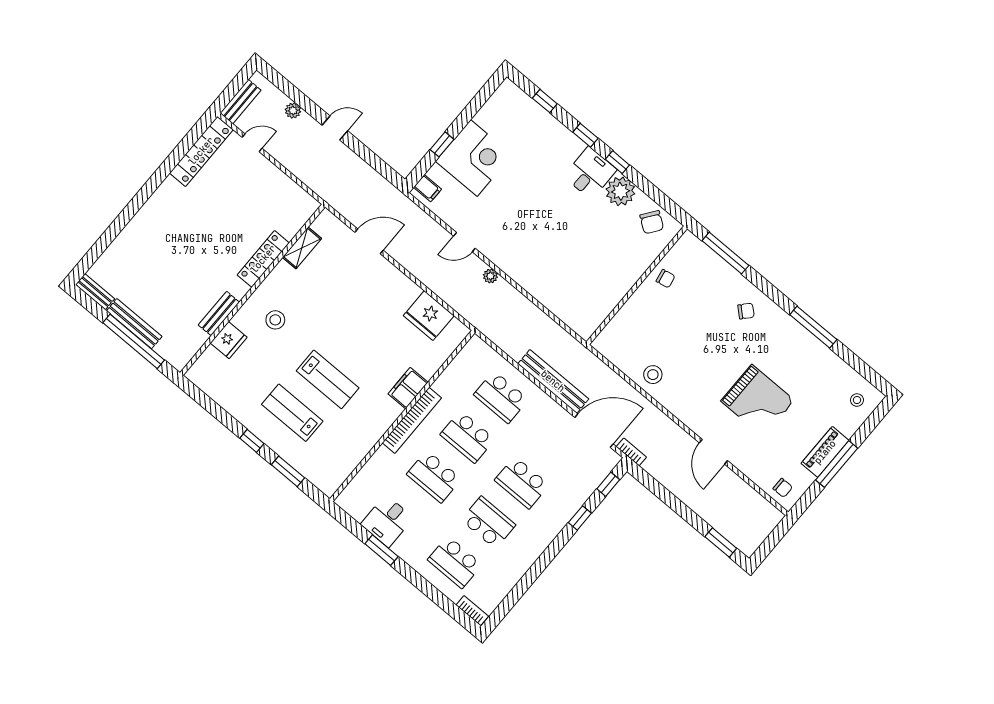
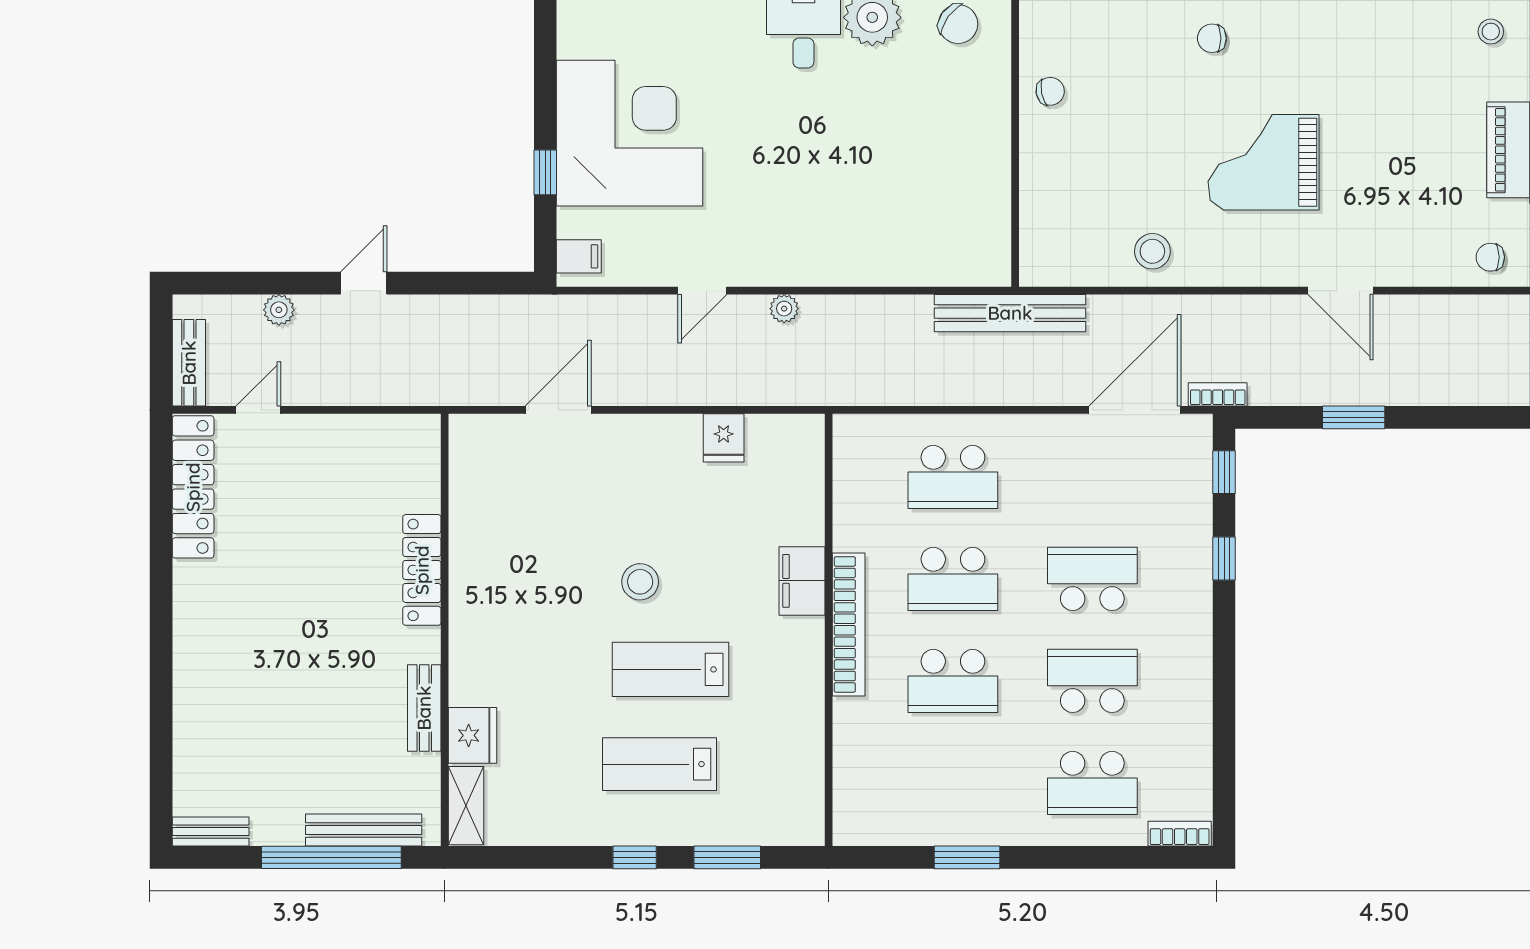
corner desk: (474, 158) -> (629, 133), width x1.36, depth x1.36
shelving: (302, 248) -> (466, 806), moved
chair: (746, 311) -> (1212, 38), turned -132
fridge: (429, 316) -> (724, 438), width x0.53, depth x0.75
stool: (275, 320) -> (640, 582), moved
bench: (134, 324) -> (364, 830), moved
lab bench: (328, 379) -> (670, 669), turned 180
bench: (553, 381) -> (1010, 313), moved
grand piano: (758, 401) -> (1263, 162), moved, turned 180
school desk: (522, 483) -> (1092, 579), turned 180
chair: (783, 488) -> (1490, 257), turned 180
desk: (387, 521) -> (939, 807), removed
window: (721, 542) -> (1354, 417), moved

